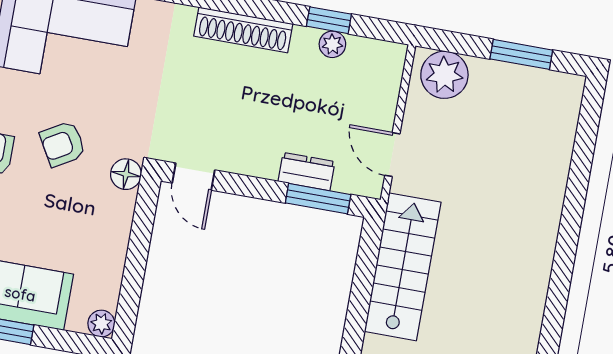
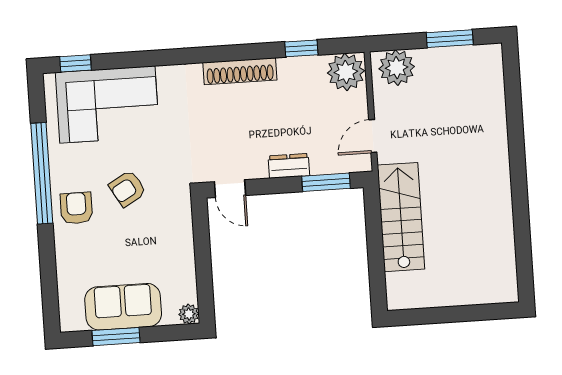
plant: (332, 44) -> (346, 72), moved, width x1.87, depth x1.87
door: (392, 155) -> (373, 136), hinge flipped
dresser: (307, 172) -> (289, 166), moved
floor lamp: (126, 174) -> (180, 199), removed

